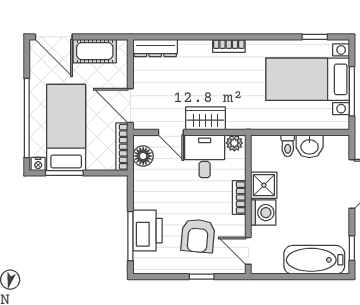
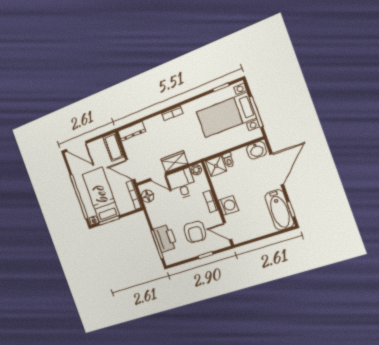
cot: (95, 51) -> (113, 147), moved, turned 90
washbasin: (310, 146) -> (257, 150), moved
shower: (264, 185) -> (216, 166), moved
bathtub: (314, 260) -> (279, 210), moved, turned -90

